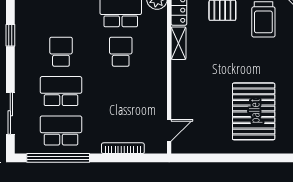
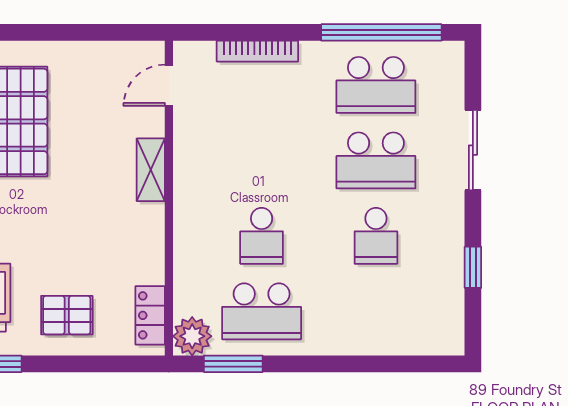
shelving: (179, 43) -> (151, 170), moved
sliding door: (10, 113) -> (473, 150), moved

